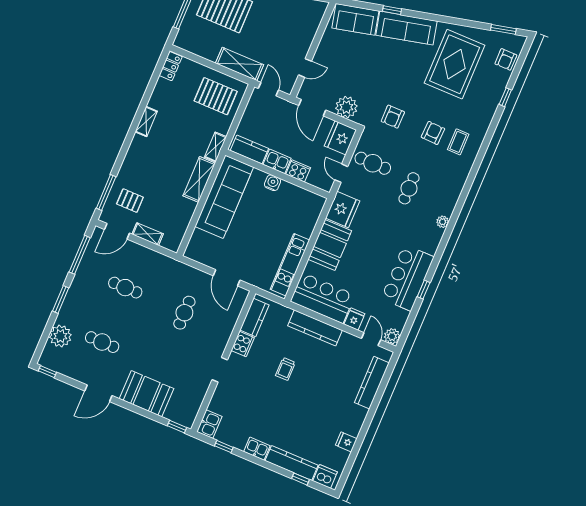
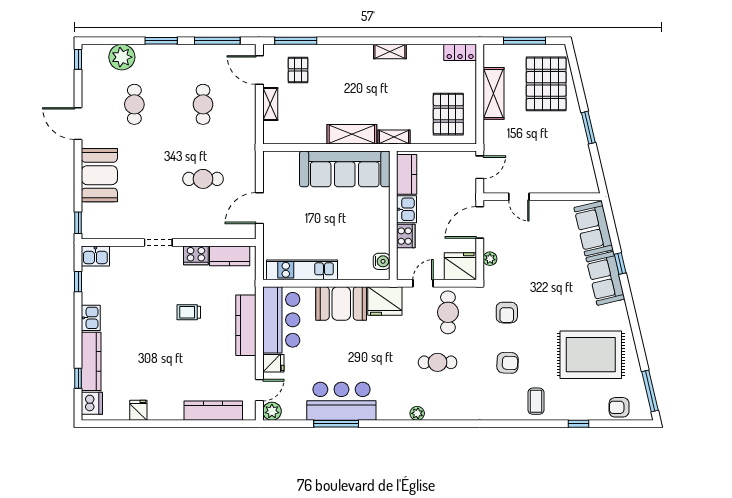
sofa: (406, 28) -> (605, 278), width x0.73
window: (503, 29) -> (650, 391), width x1.44
shelving: (240, 64) -> (493, 93), moved
plant: (346, 107) -> (490, 259), width x0.53, depth x0.53
armchair: (393, 117) -> (507, 313), turned -90
coffee table: (458, 142) -> (536, 401), moved, turned 90
water cooler: (273, 183) -> (382, 261), moved
window: (424, 290) -> (336, 424), width x2.17

